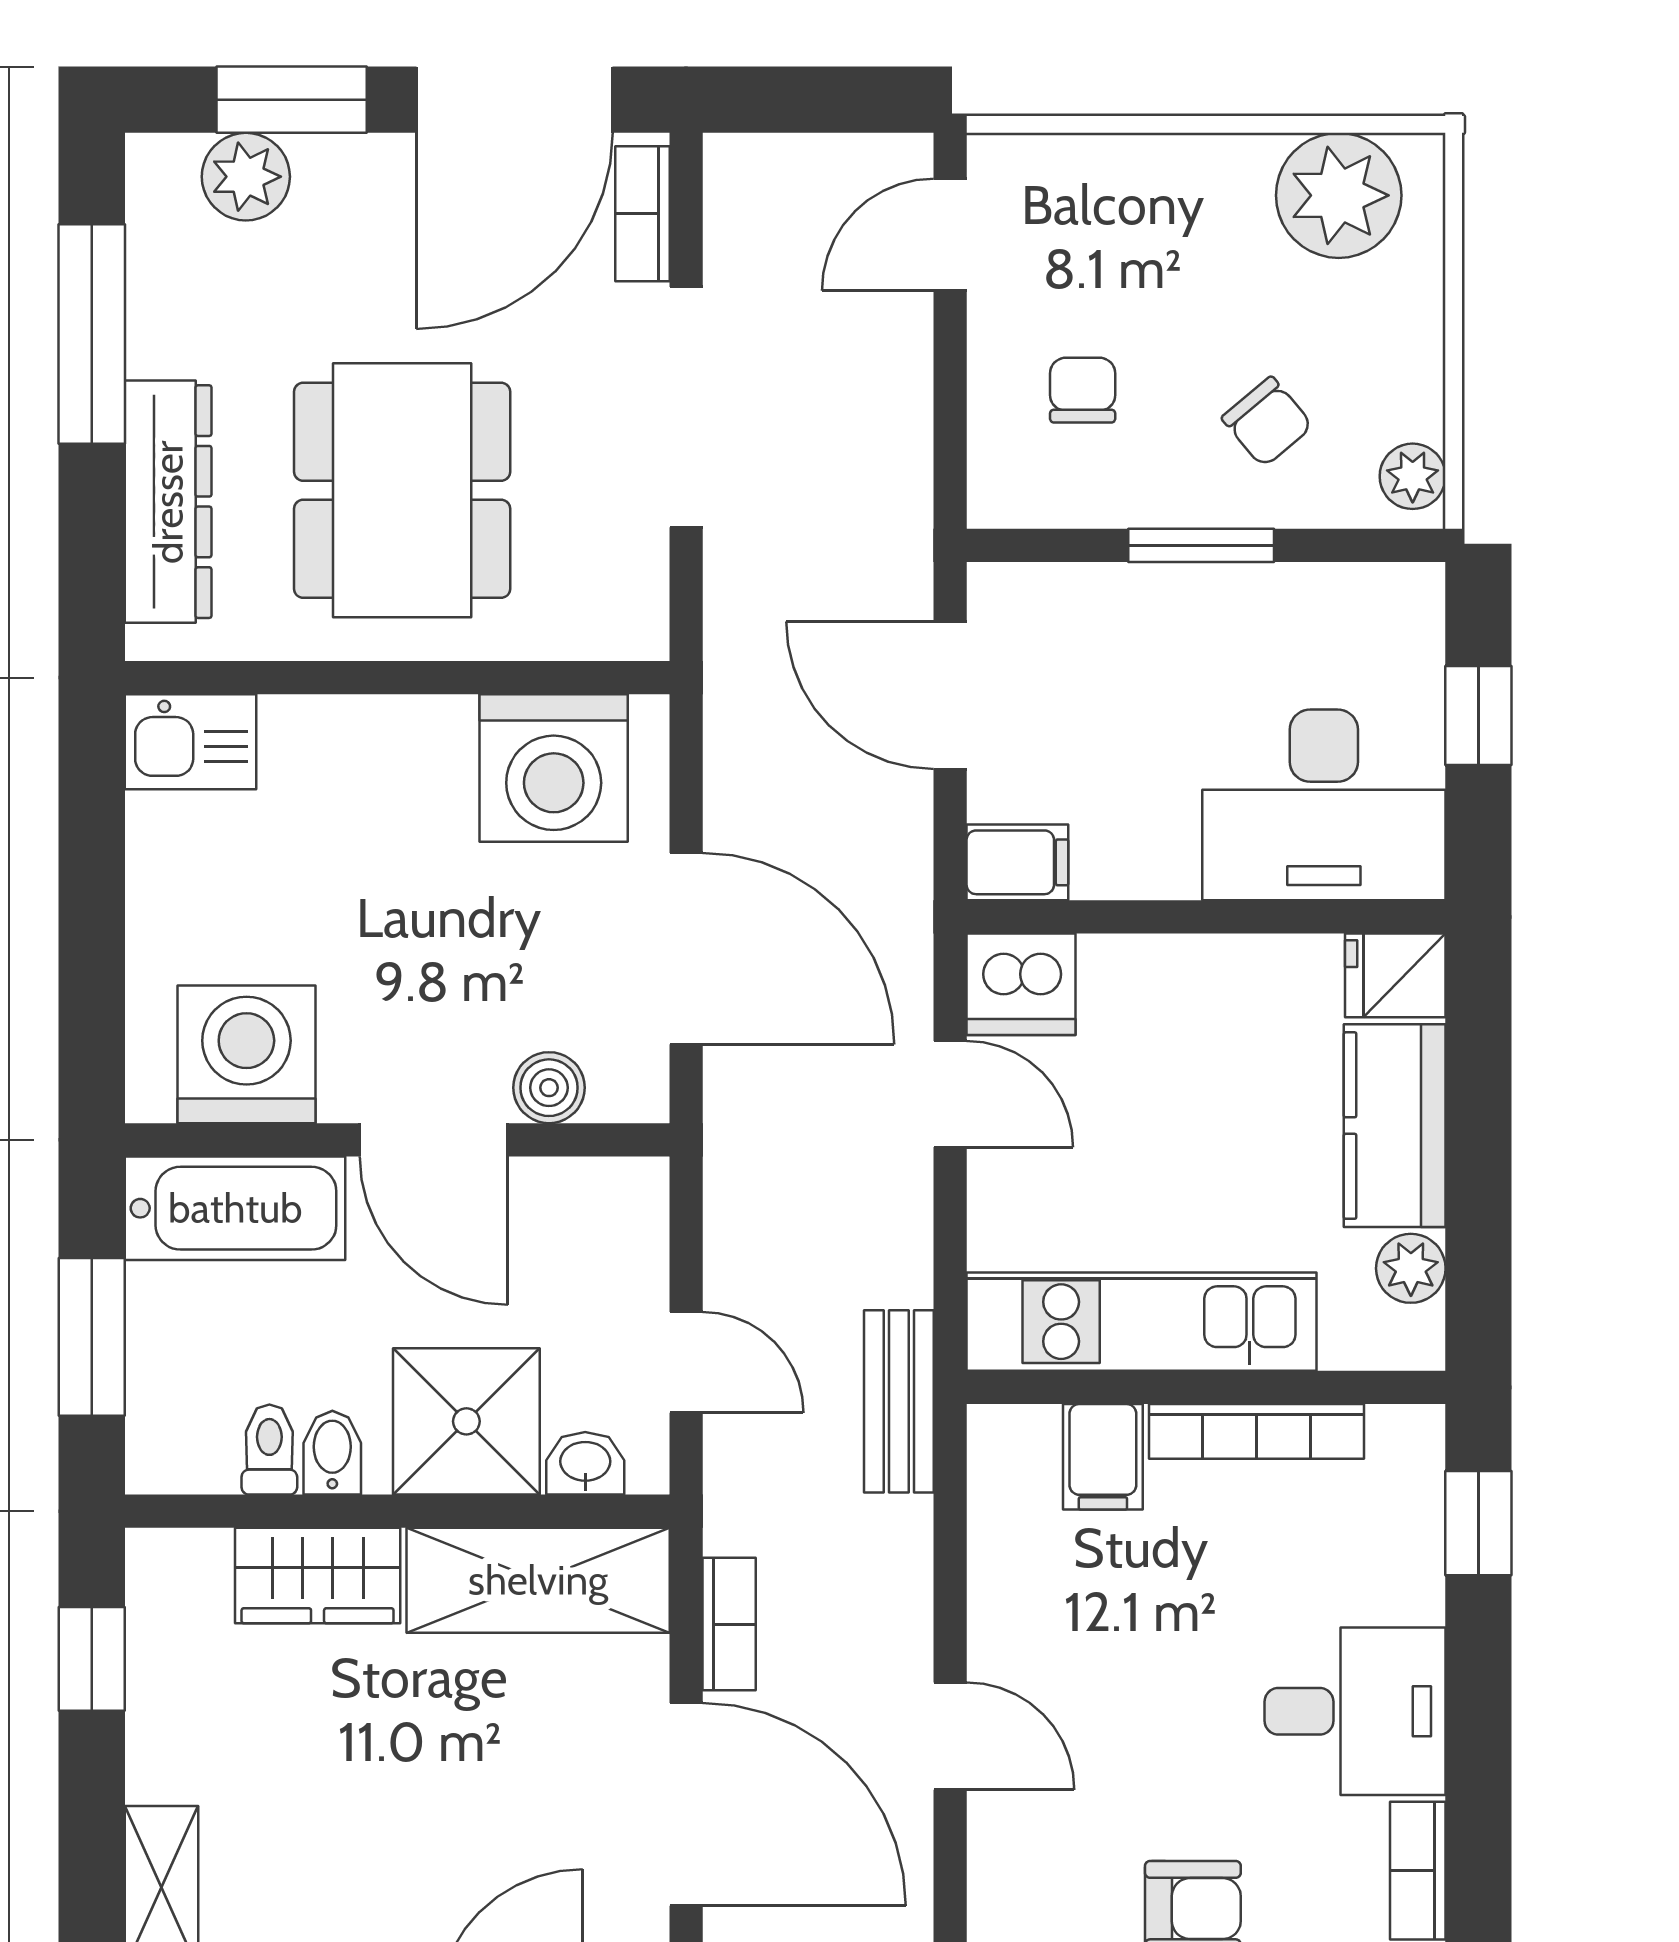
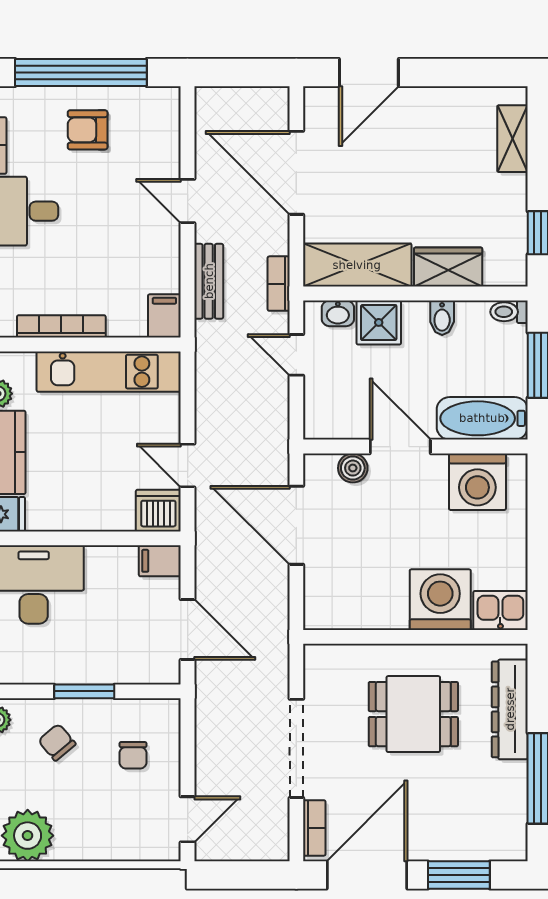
plant: (246, 177) -> (478, 843), removed
dining table: (402, 490) -> (413, 714), width x0.73
washing machine: (554, 768) -> (440, 600), moved
bench: (899, 1401) -> (209, 281), moved
shower: (466, 1421) -> (379, 322), width x0.73, depth x0.73
toilet: (269, 1450) -> (509, 312), moved, turned 90
filing cabinet: (1103, 1457) -> (164, 316), moved
bookcase: (729, 1624) -> (279, 284), moved

